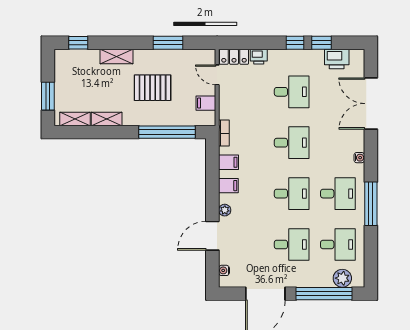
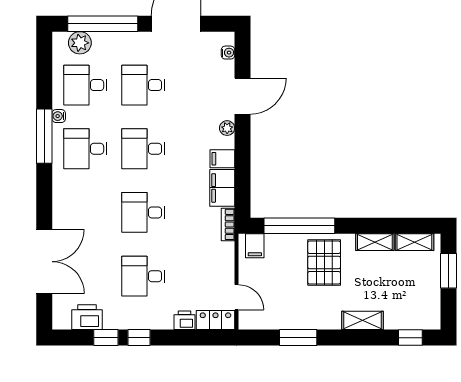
pallet: (153, 88) -> (324, 263), moved, turned 90
filing cabinet: (206, 103) -> (255, 246), moved, turned 90
water cooler: (359, 158) -> (59, 116), moved
filing cabinet: (229, 162) -> (222, 188), width x2.00

